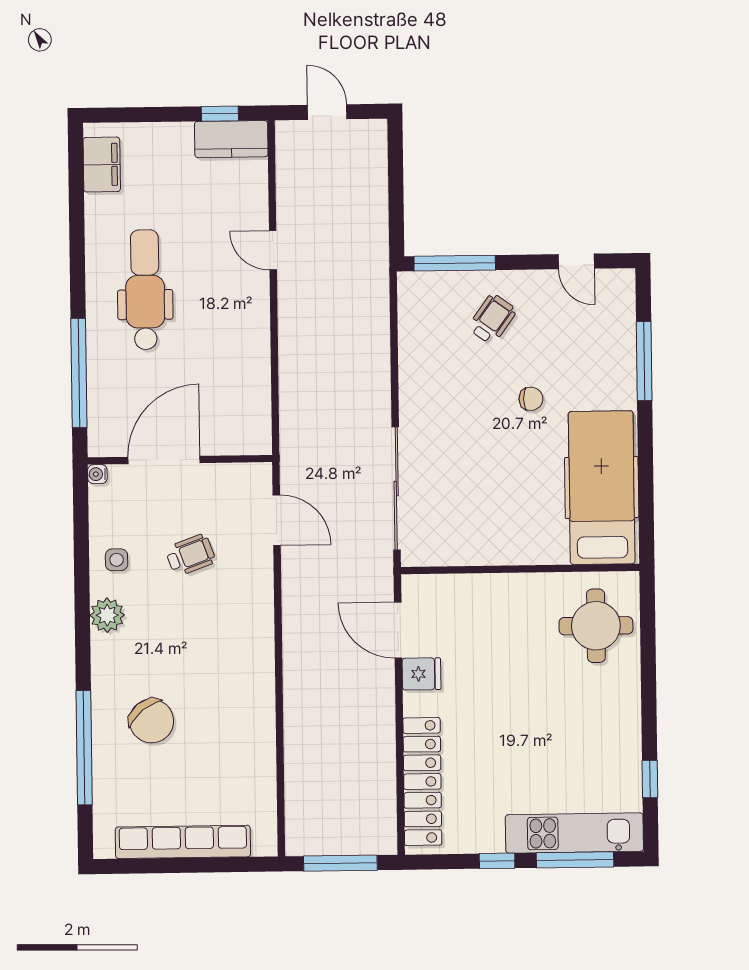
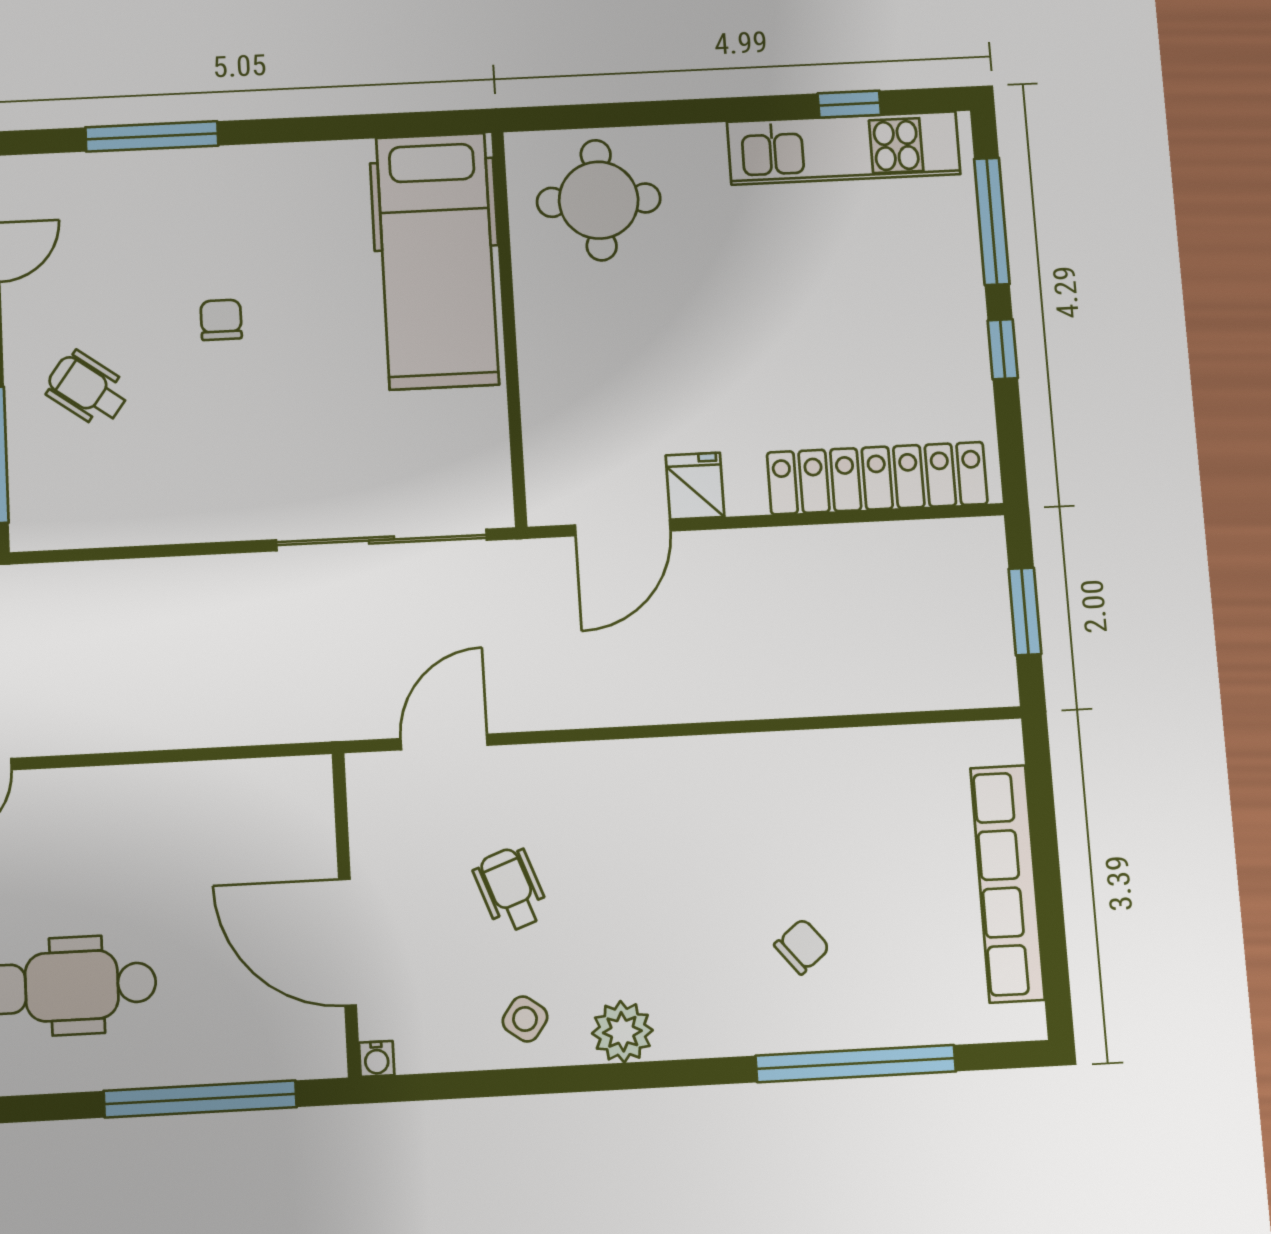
hospital bed: (602, 488) -> (437, 261), moved, turned -90
side table: (117, 560) -> (525, 1019), turned 36
chair: (152, 721) -> (802, 946), width x0.54, depth x0.54
kitchen unit: (574, 833) -> (844, 148), moved, turned -90
window: (340, 863) -> (1025, 611), width x0.69

